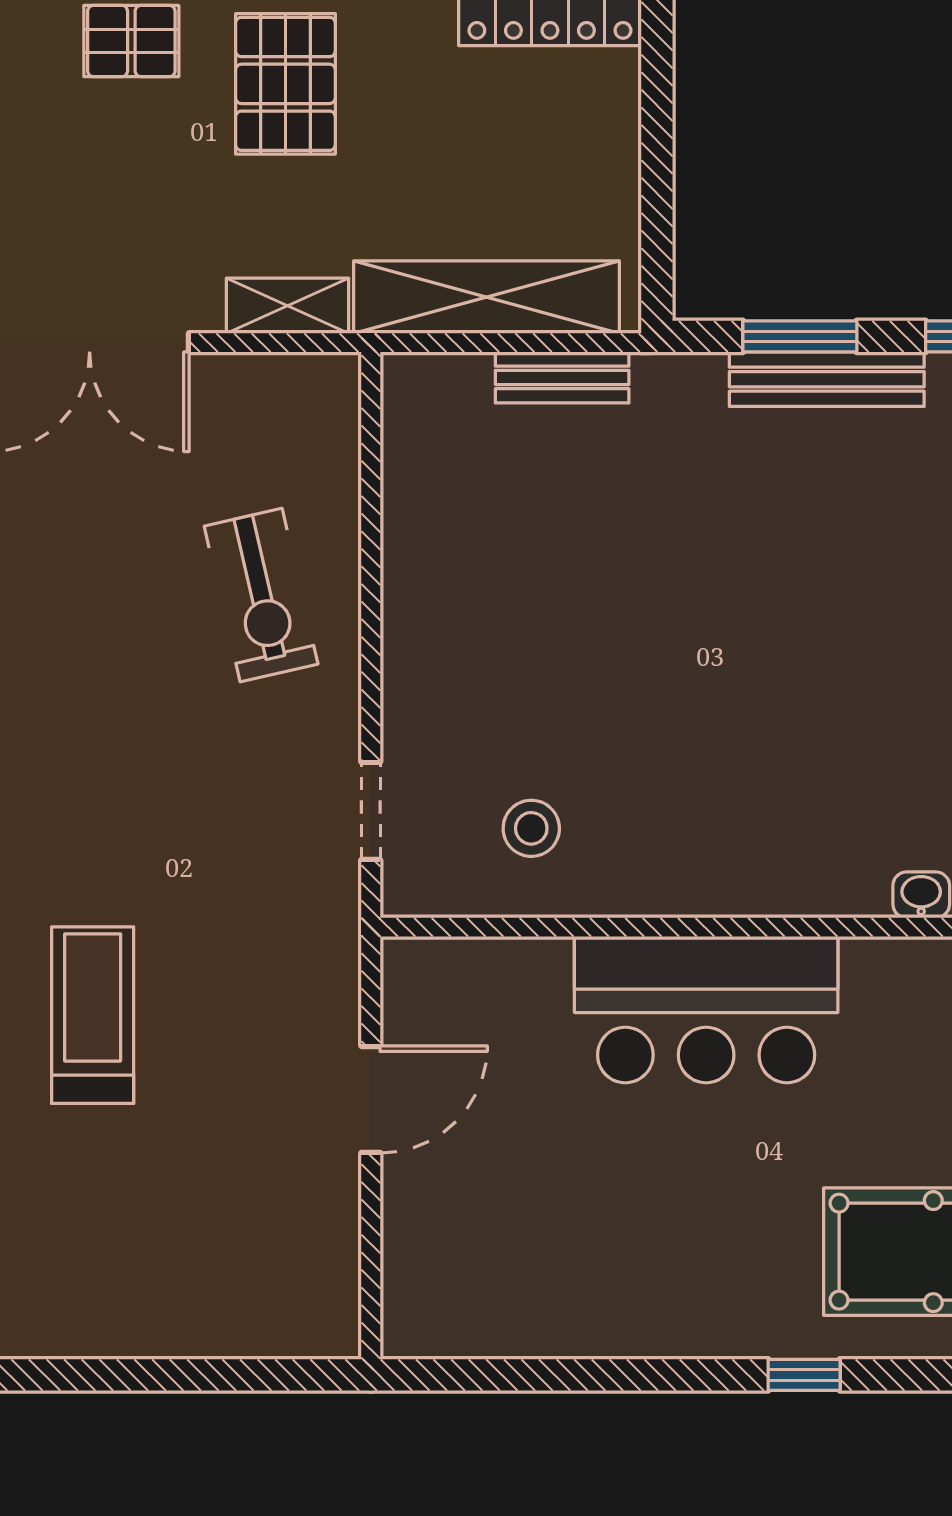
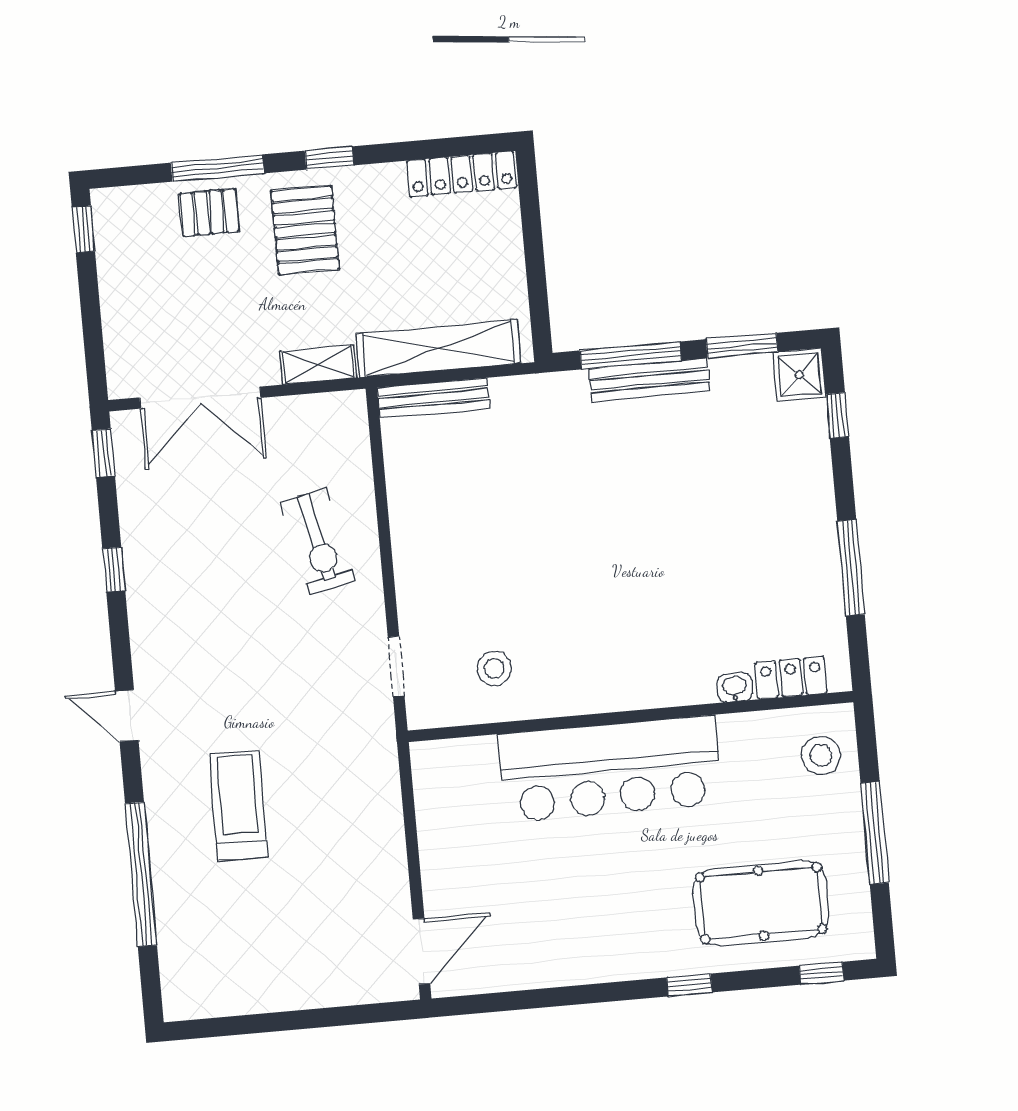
window: (800, 336) -> (631, 355), width x1.44
bench: (562, 377) -> (434, 398), moved, width x1.36
bar counter: (706, 1010) -> (610, 769), width x1.36
door: (371, 1099) -> (422, 951), moved

